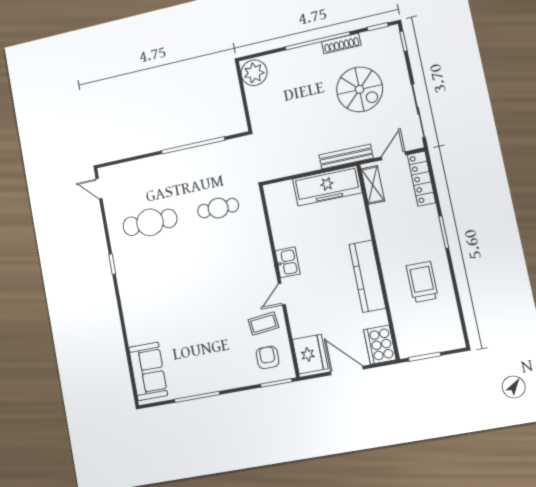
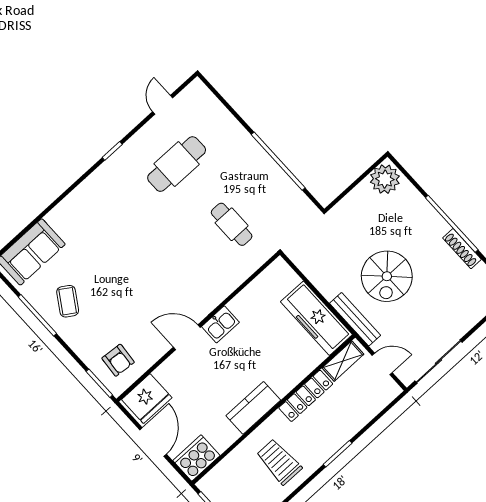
spiral stairs: (360, 89) -> (387, 276), moved
locker: (421, 179) -> (306, 396), moved, turned 180
door: (99, 189) -> (163, 105), moved
cafe table: (150, 222) -> (177, 164), turned 90
kitchen counter: (367, 276) -> (253, 408), width x0.67
trolley: (422, 282) -> (279, 462), turned -90
door: (282, 294) -> (187, 337), width x1.38
coffee table: (263, 324) -> (68, 301), moved, turned 39
armchair: (268, 357) -> (118, 360), turned 95

